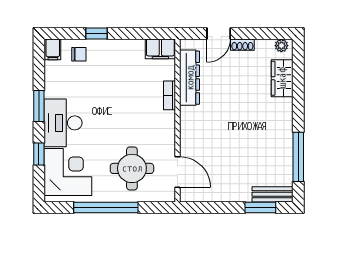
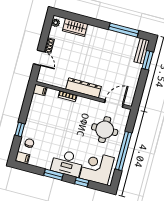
filing cabinet: (160, 49) -> (40, 90), width x0.50
dresser: (190, 78) -> (84, 88), moved

